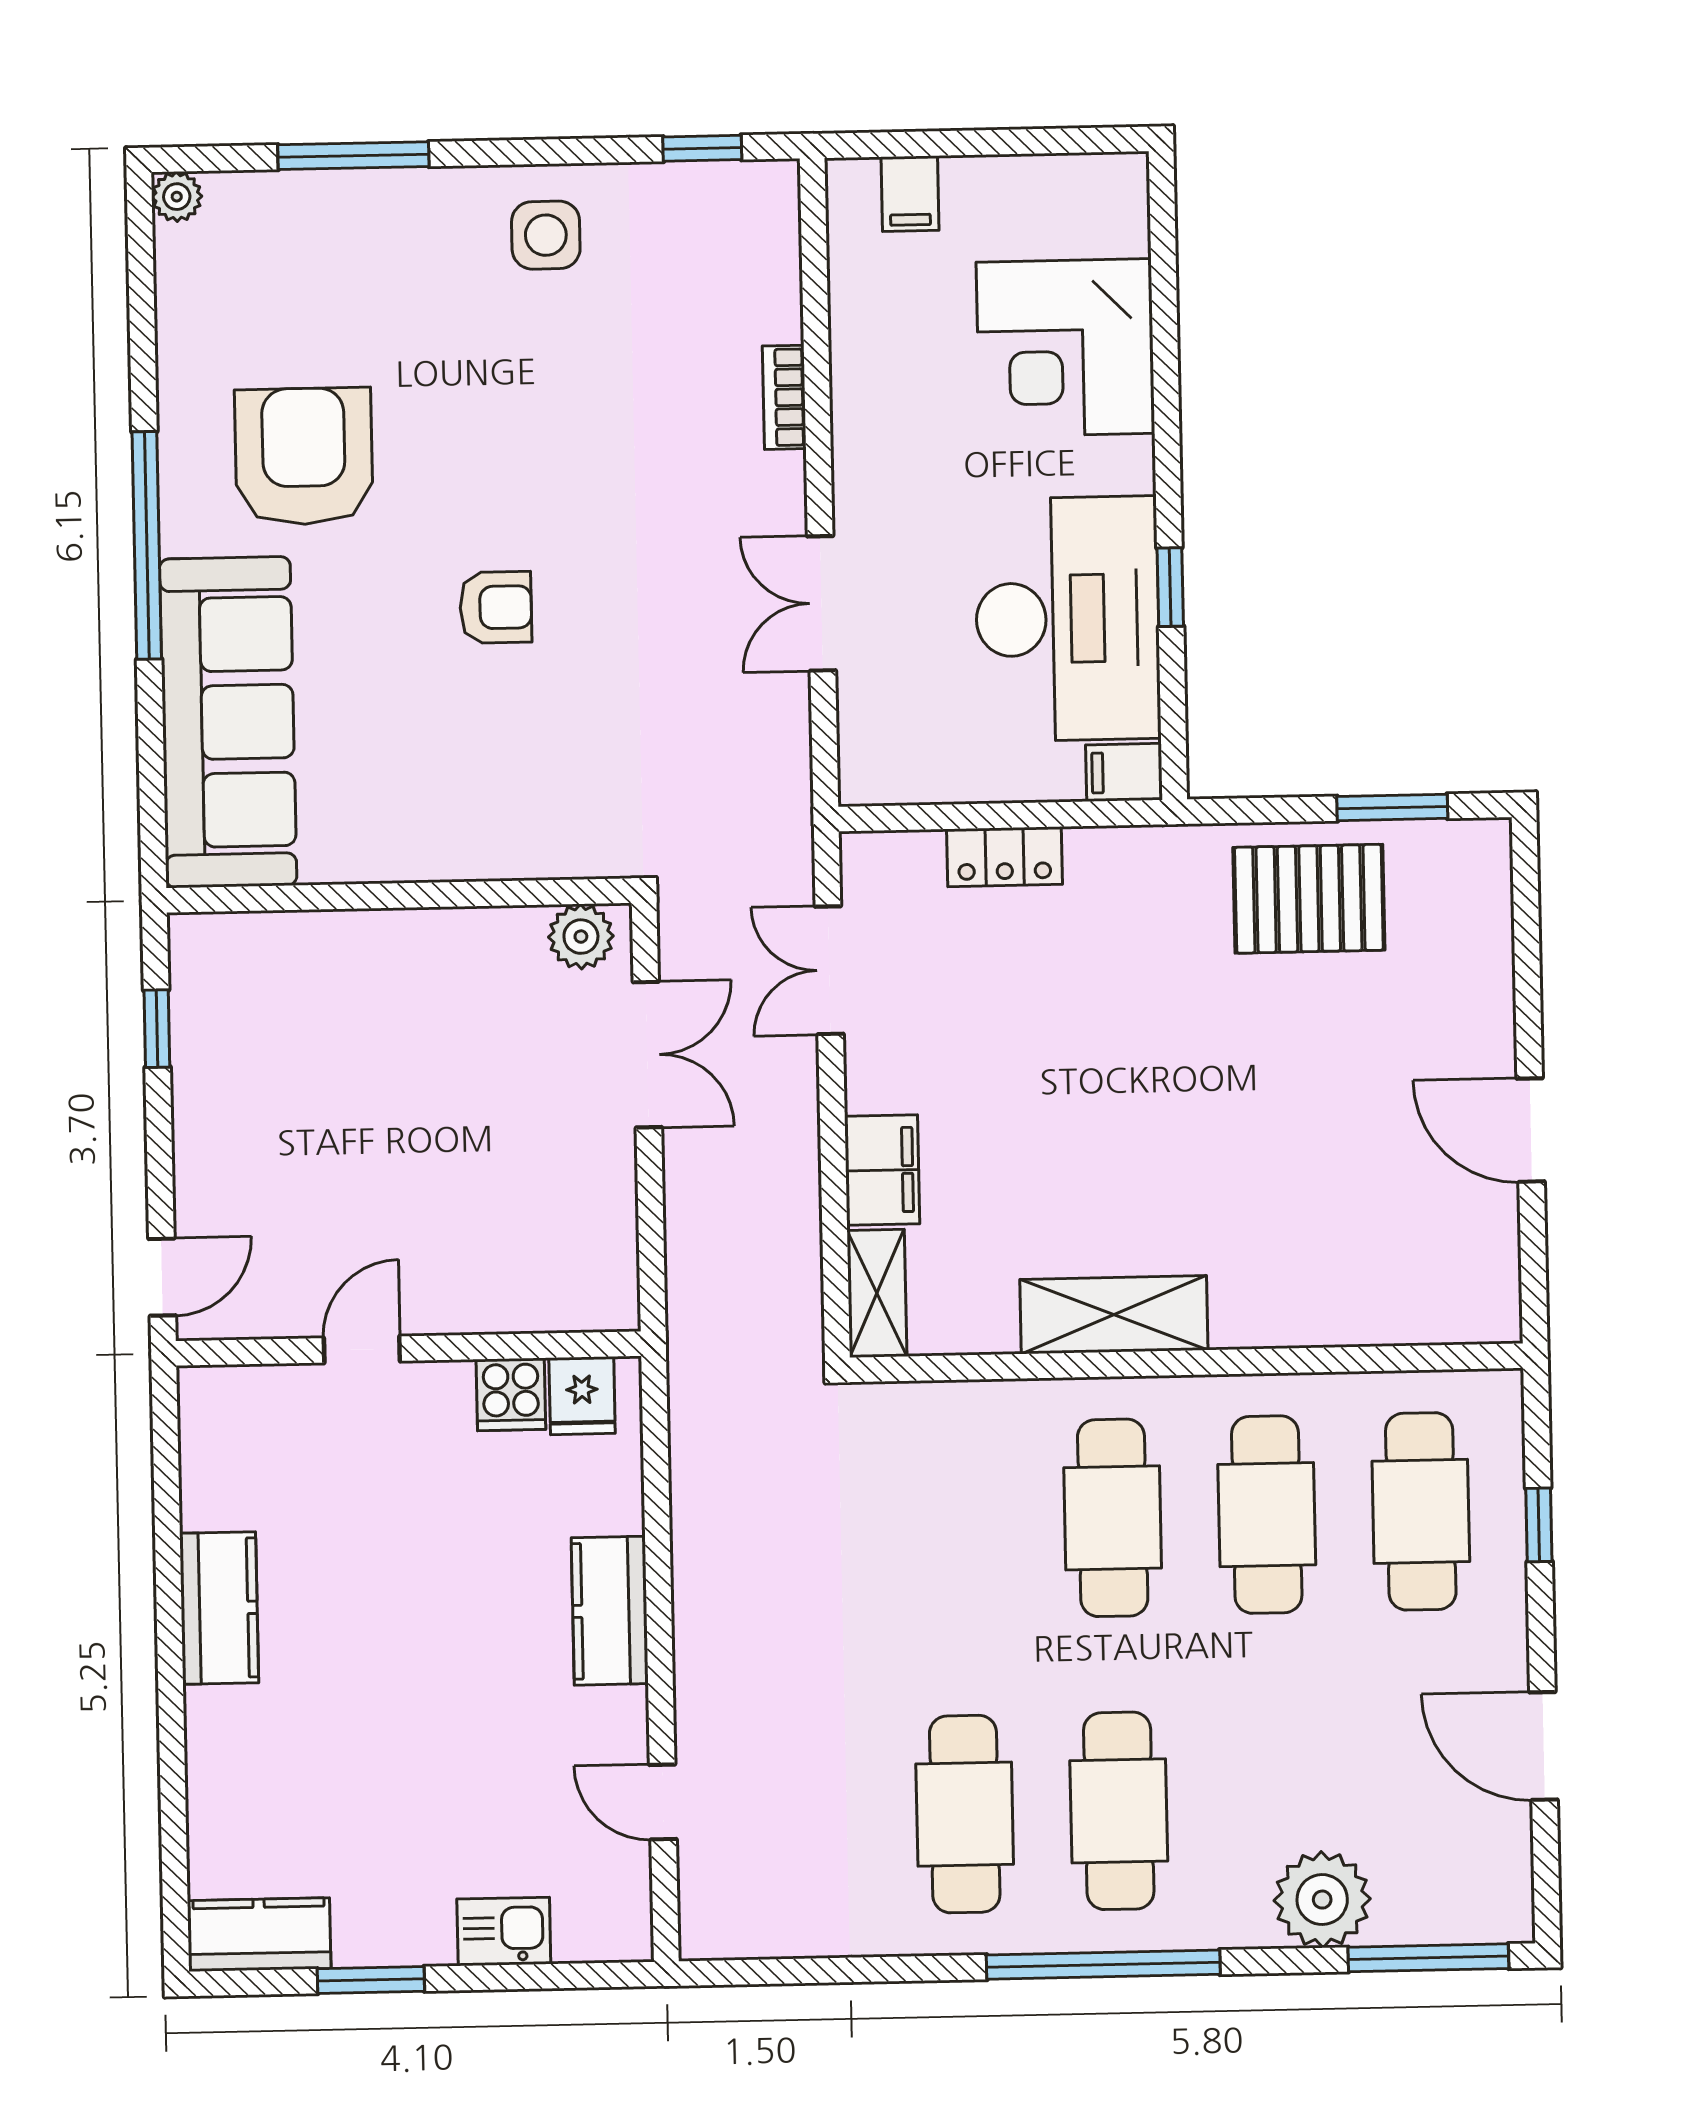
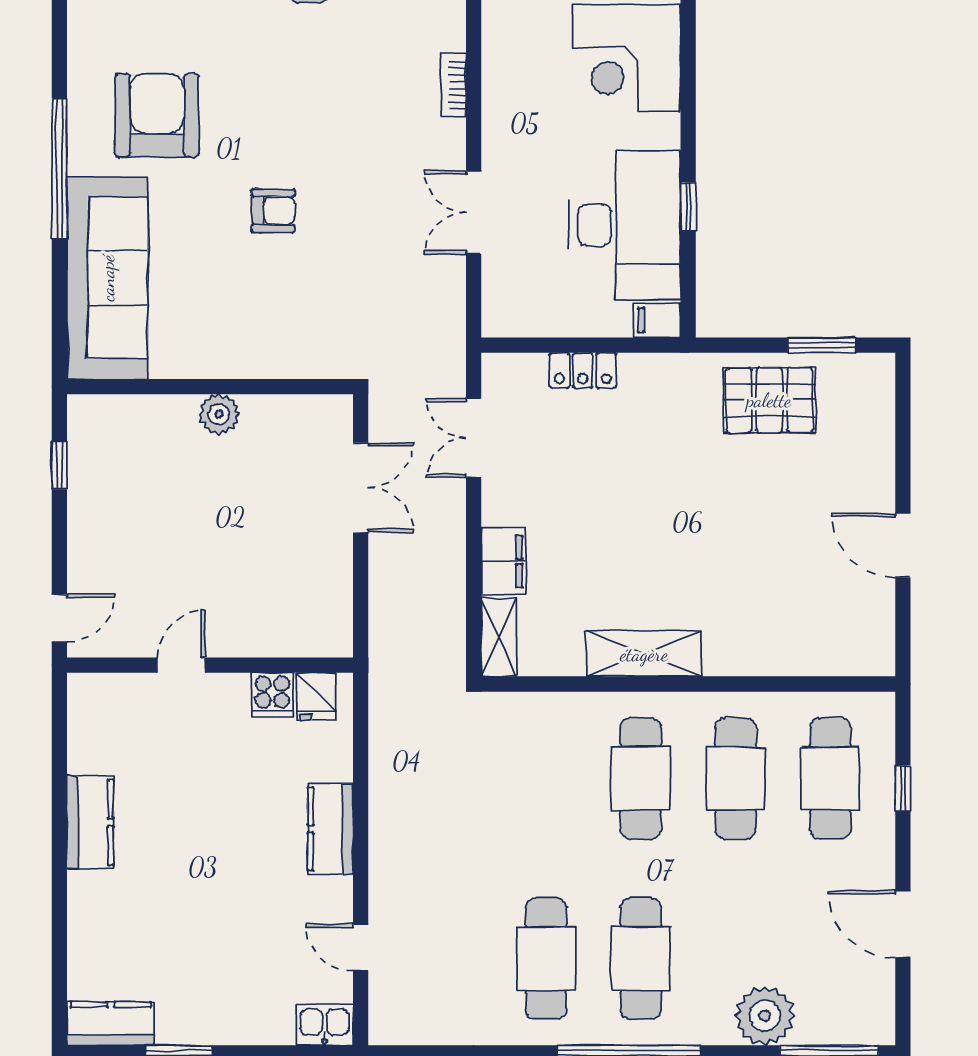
plant: (581, 937) -> (219, 414), moved
kitchen sink: (504, 1931) -> (325, 1025), moved

